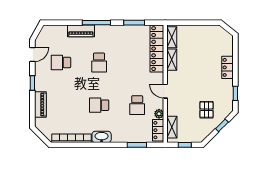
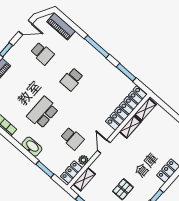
piano: (81, 31) -> (61, 26), moved
school desk: (61, 62) -> (42, 53), turned 180
school desk: (99, 105) -> (43, 112), width x1.85
school desk: (137, 105) -> (72, 138), turned -90
washbasin: (102, 137) -> (32, 147), moved

